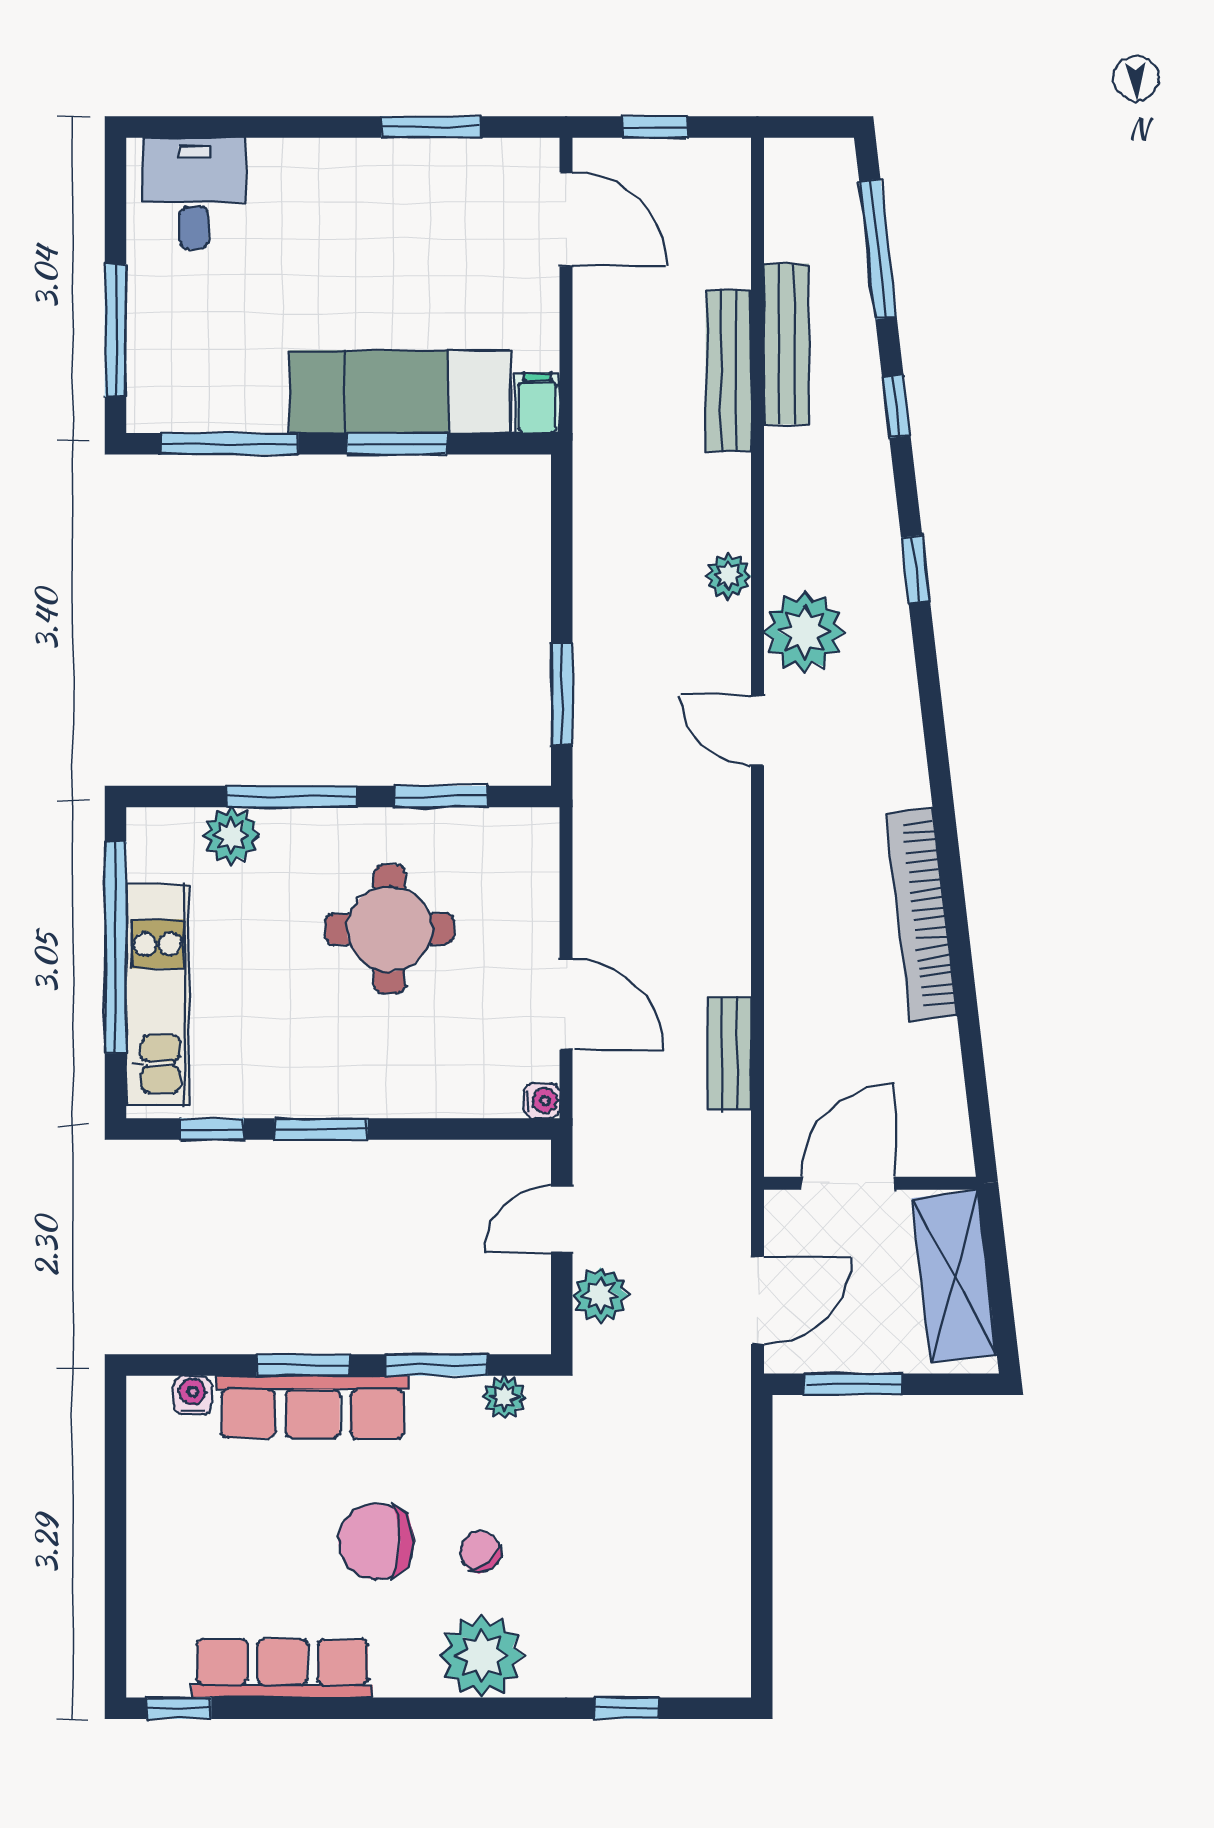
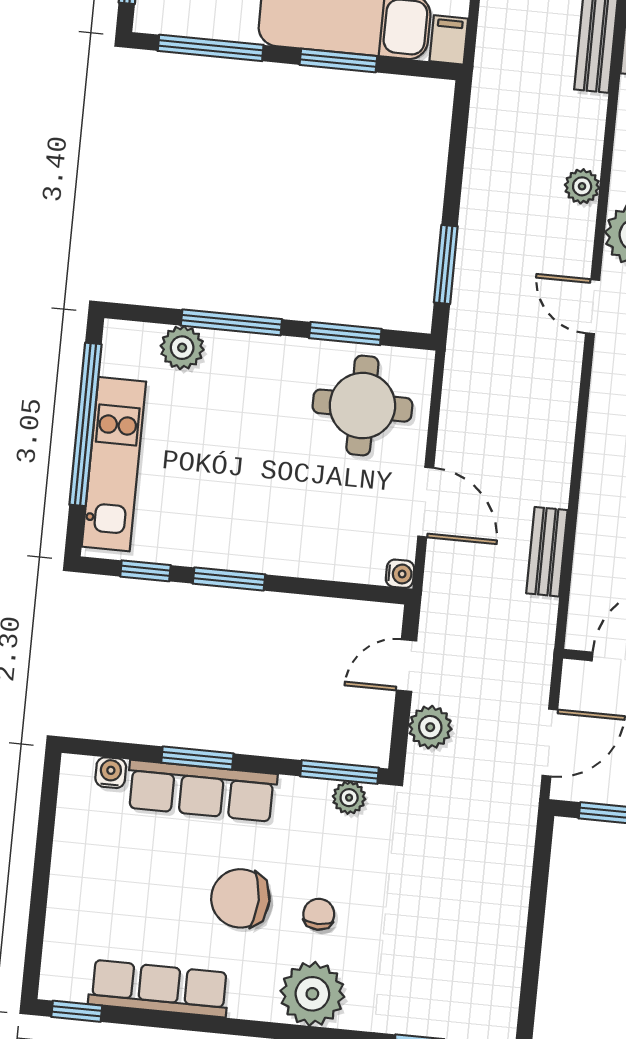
round table: (389, 929) -> (362, 406), moved
window: (437, 1365) -> (340, 772), moved
chair: (480, 1552) -> (319, 914), turned 38

